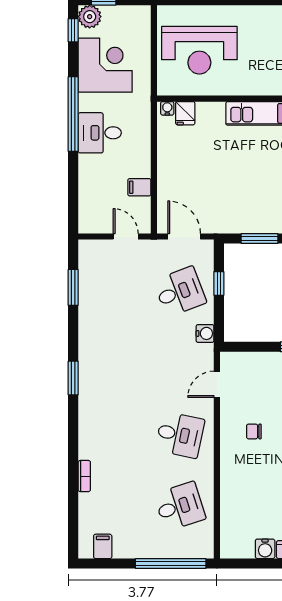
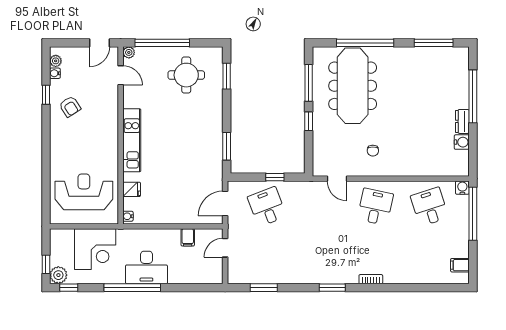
reception desk: (199, 50) -> (84, 192), turned -90
corner desk: (105, 65) -> (95, 249), moved, turned 180
fridge: (185, 113) -> (132, 189), moved
desk: (100, 133) -> (146, 267), width x1.37
window: (219, 283) -> (275, 177), moved
water cooler: (205, 333) -> (462, 188), moved
bookcase: (84, 476) -> (371, 279), moved

